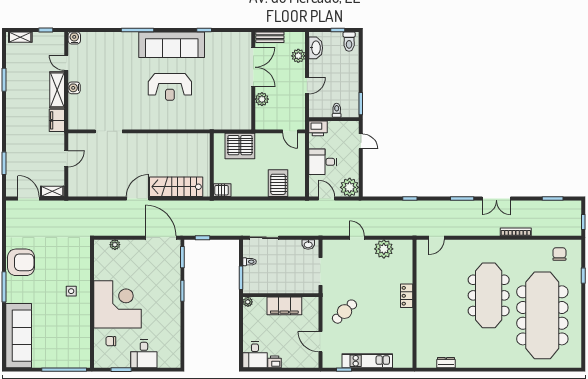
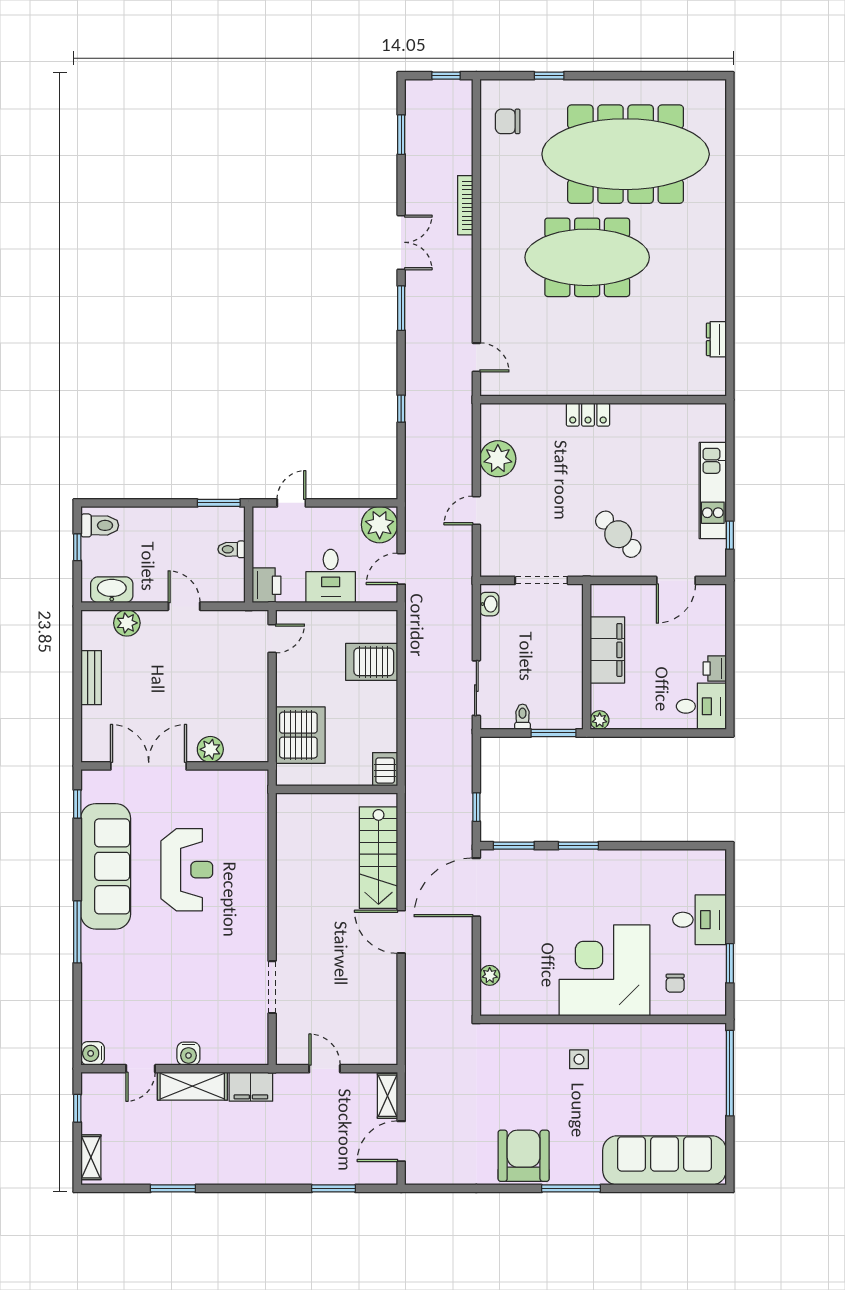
double door: (253, 67) -> (149, 766), moved
wall: (253, 81) -> (175, 766), moved
plant: (262, 99) -> (210, 749), moved

